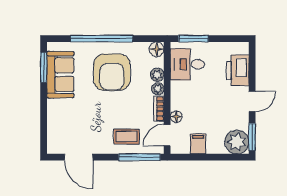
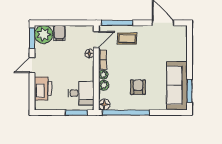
window: (102, 39) -> (126, 113), moved
armchair: (112, 72) -> (138, 87), width x0.53, depth x0.53
sofa: (60, 75) -> (177, 85), width x1.36
filing cabinet: (198, 144) -> (59, 33), moved

